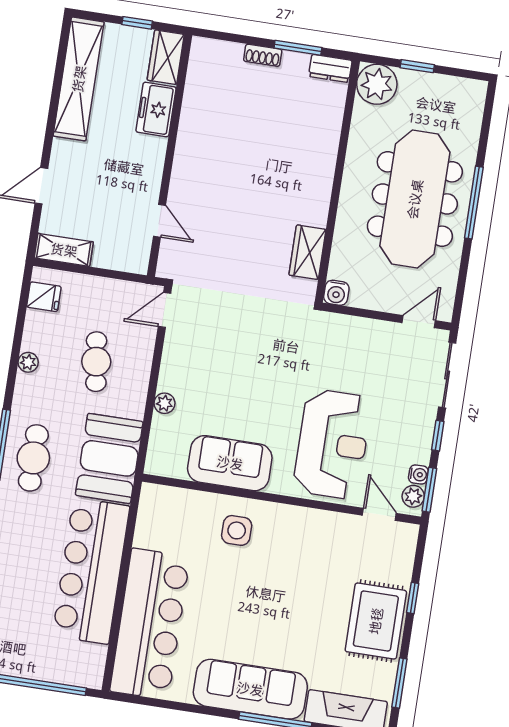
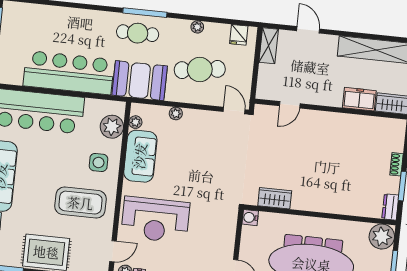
cafe table: (96, 362) -> (200, 70), width x1.37, depth x1.35
plant: (175, 468) -> (135, 122), added
plant: (181, 506) -> (112, 127), added
coffee table: (299, 562) -> (80, 203), added

